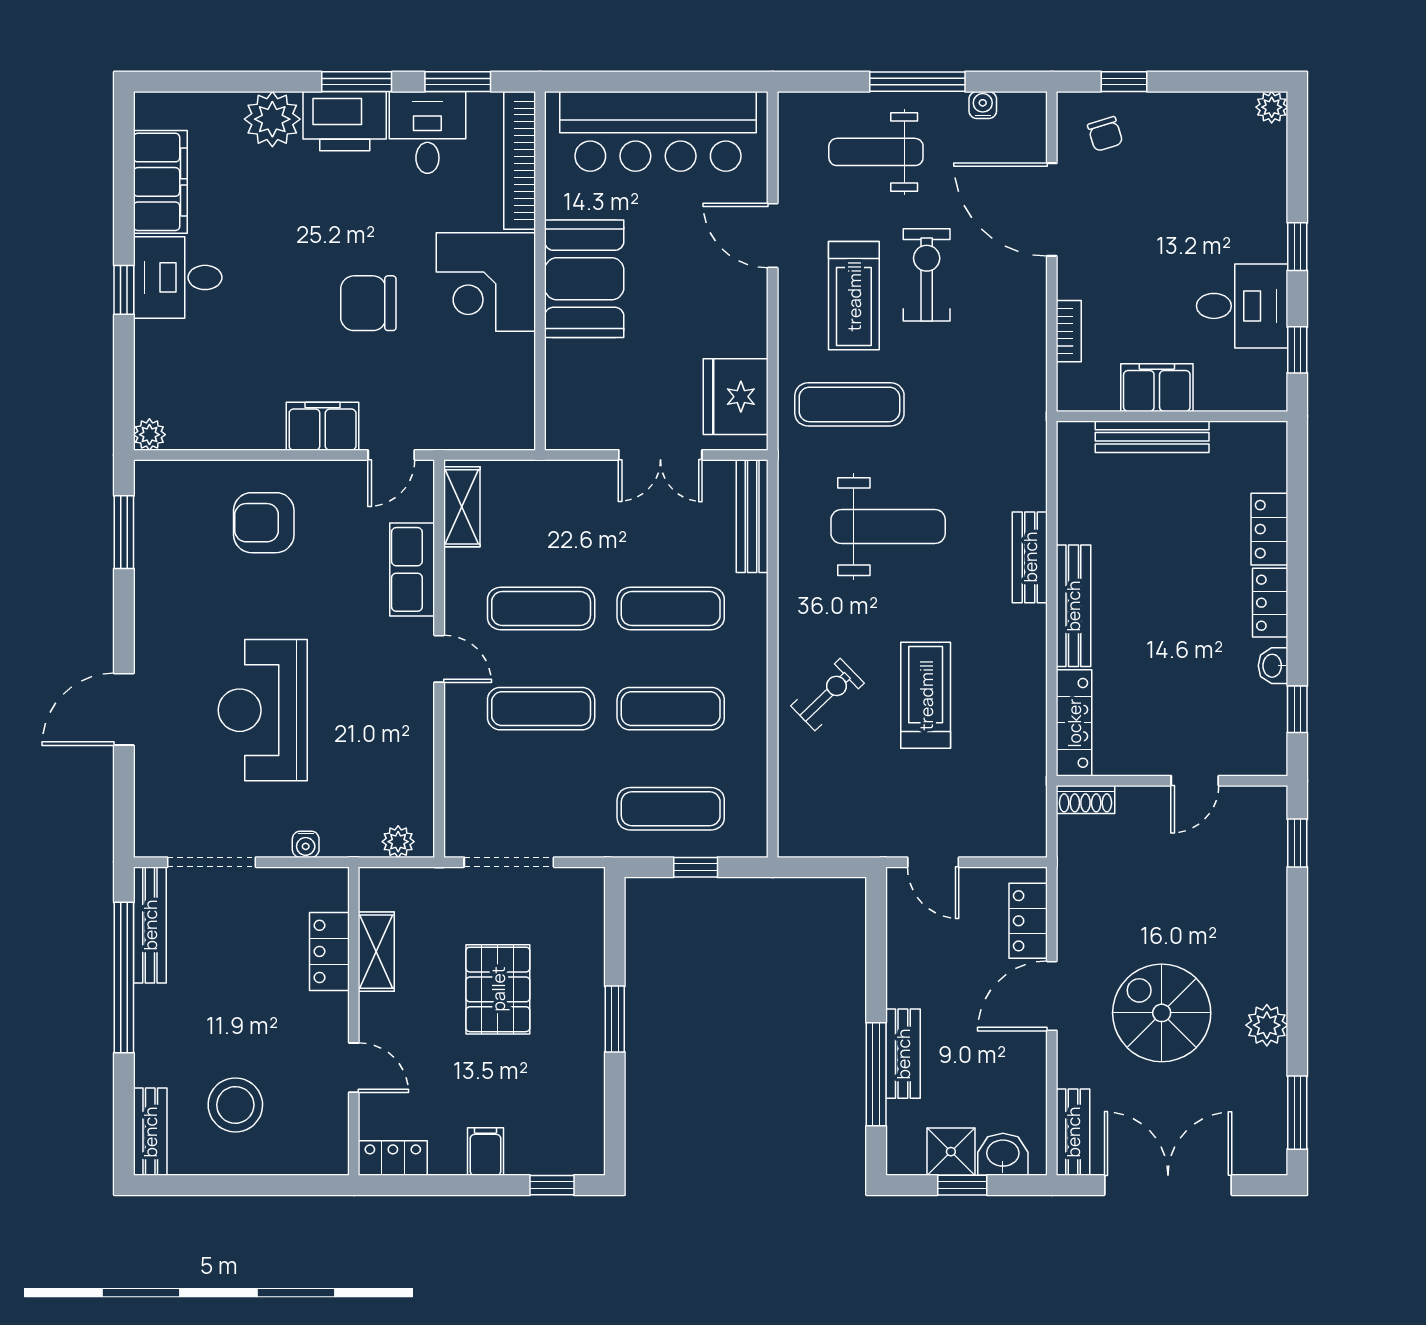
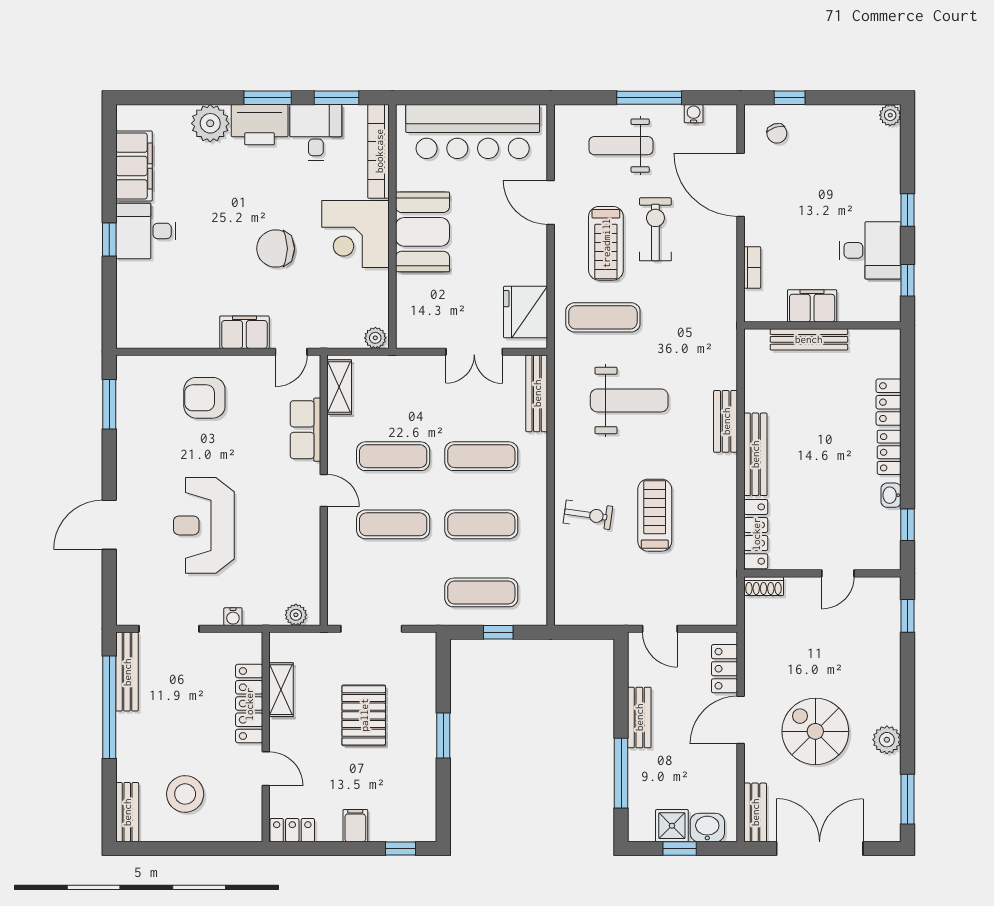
plant: (149, 435) -> (375, 338), moved
exercise bike: (828, 695) -> (588, 515), turned 52
locker: (329, 951) -> (249, 704), width x1.53
bench: (903, 1054) -> (639, 717), moved

